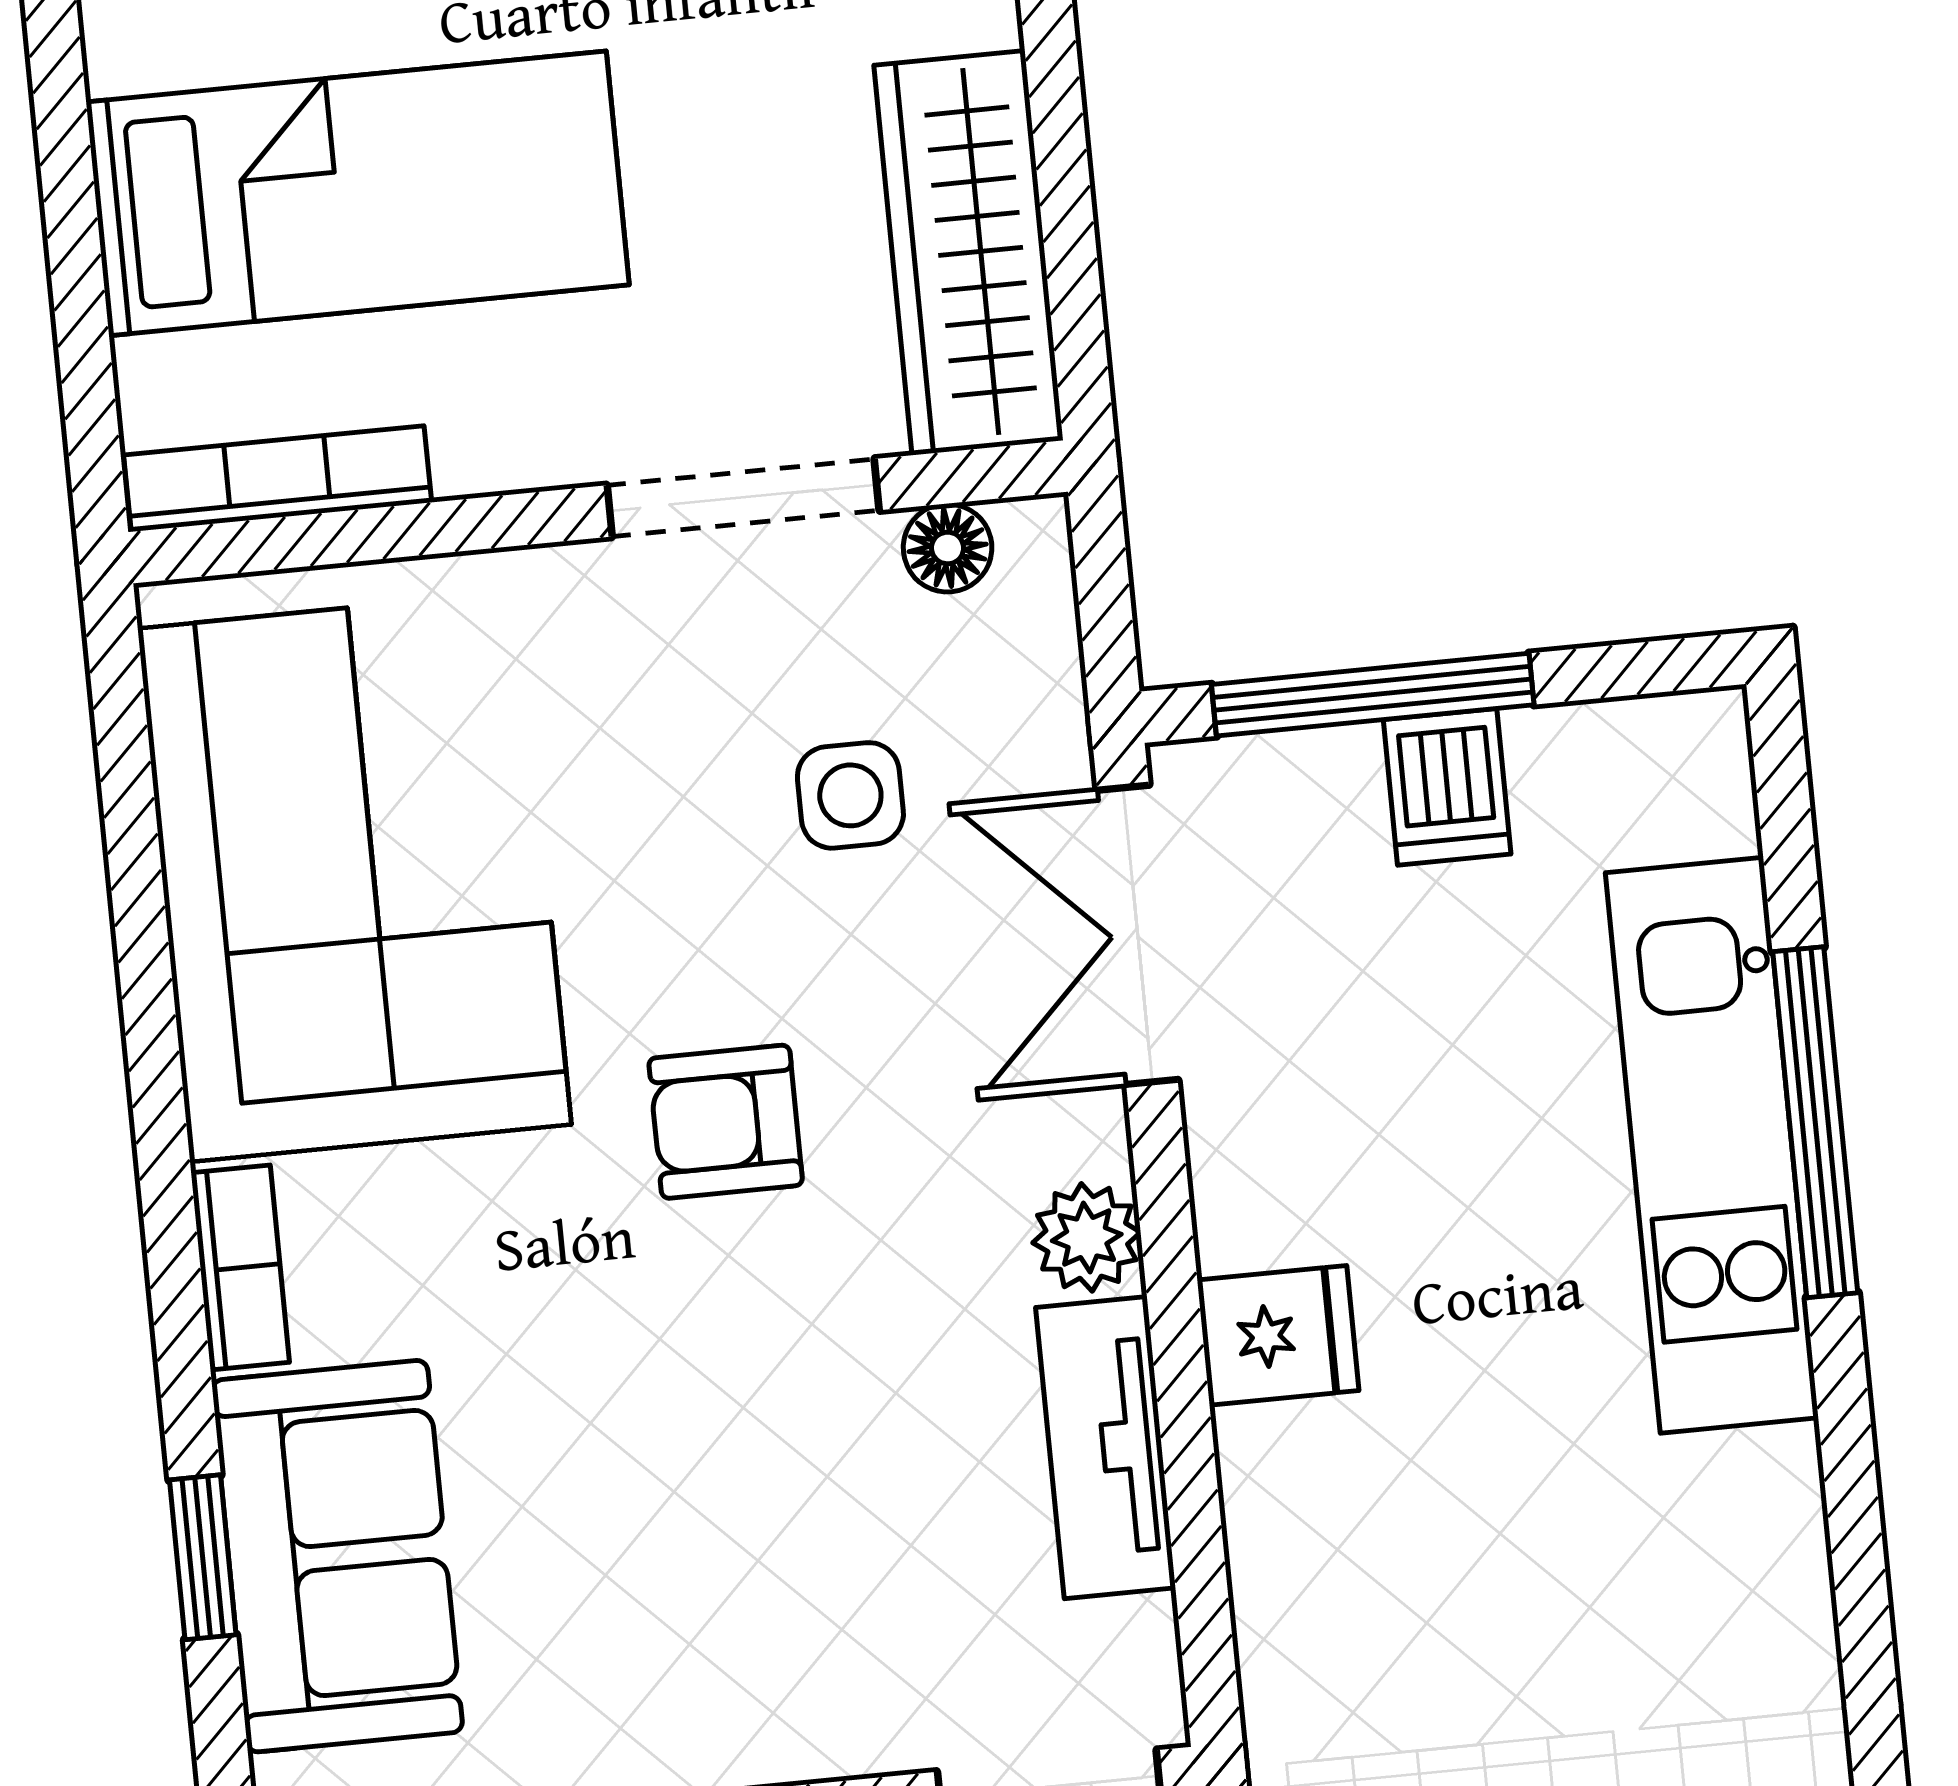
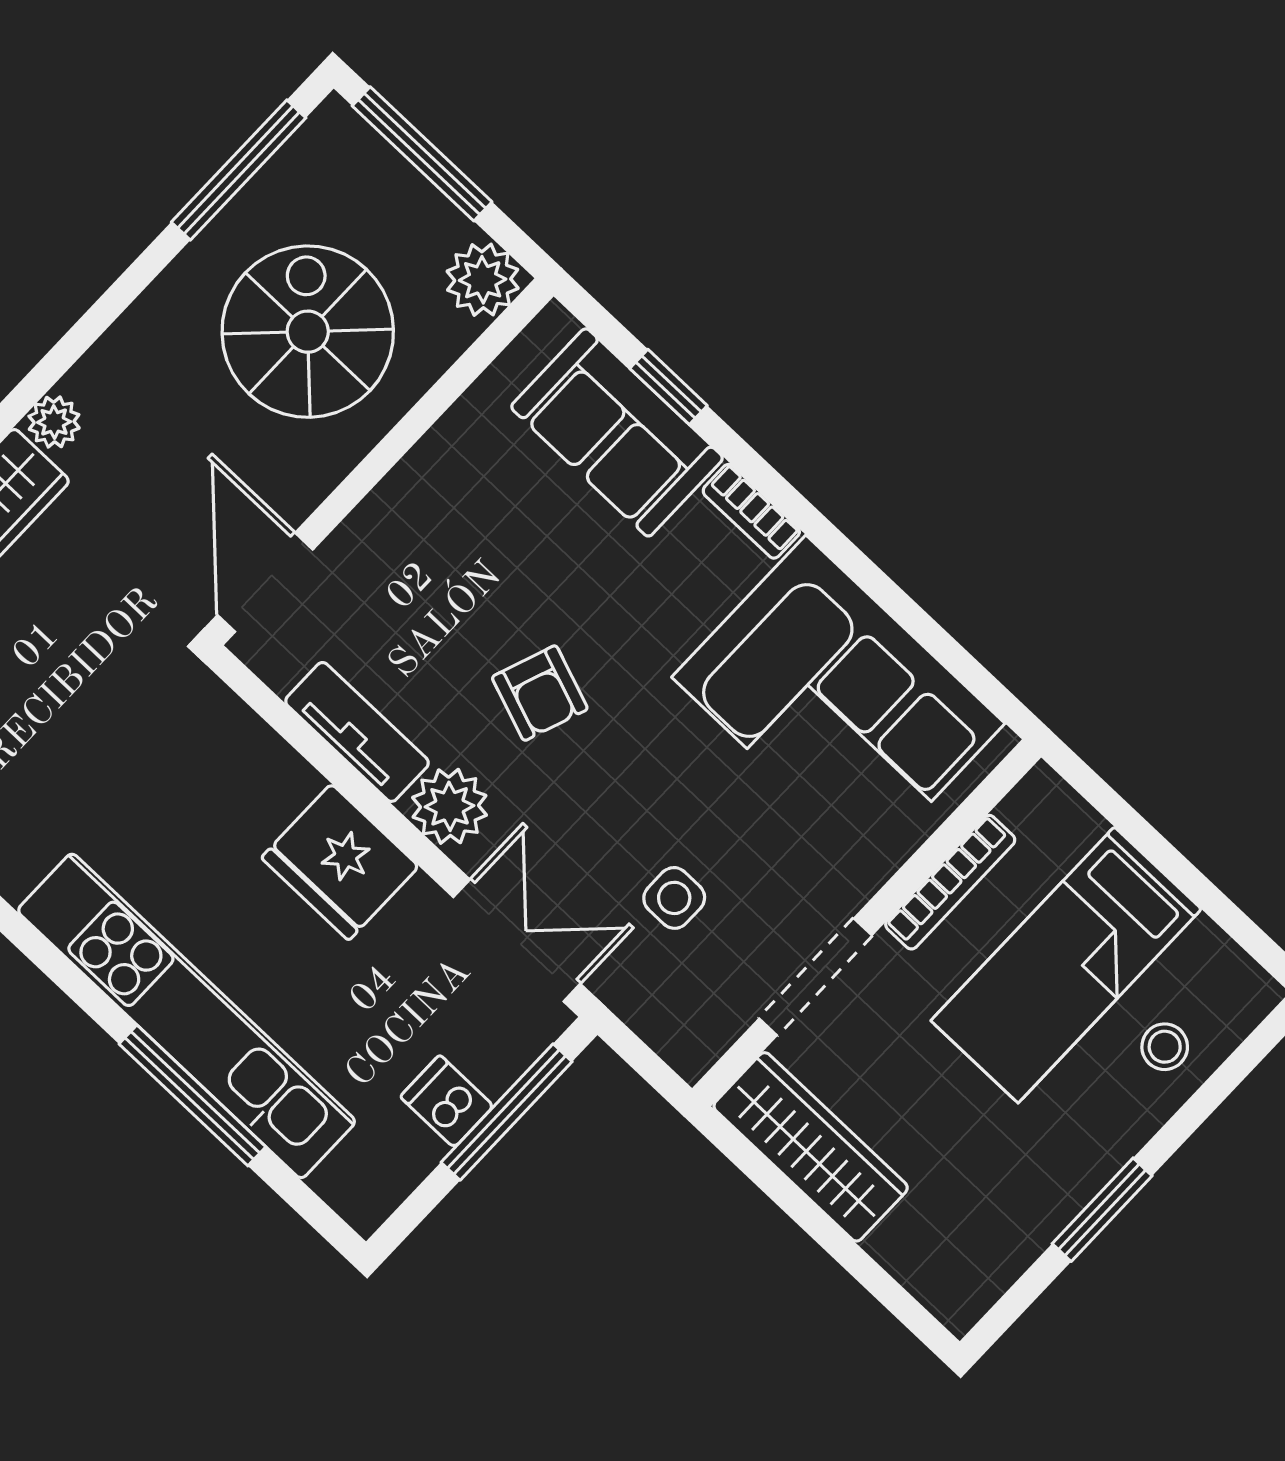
bookcase: (278, 479) -> (950, 882), moved
floor lamp: (948, 548) -> (720, 1026), removed
armchair: (726, 1122) -> (540, 693), moved, turned 110
kitchen unit: (1712, 1145) -> (187, 1016), width x1.36
plant: (1087, 1237) -> (450, 806), width x1.38, depth x1.38
fridge: (1278, 1335) -> (340, 862), width x1.88, depth x1.34

